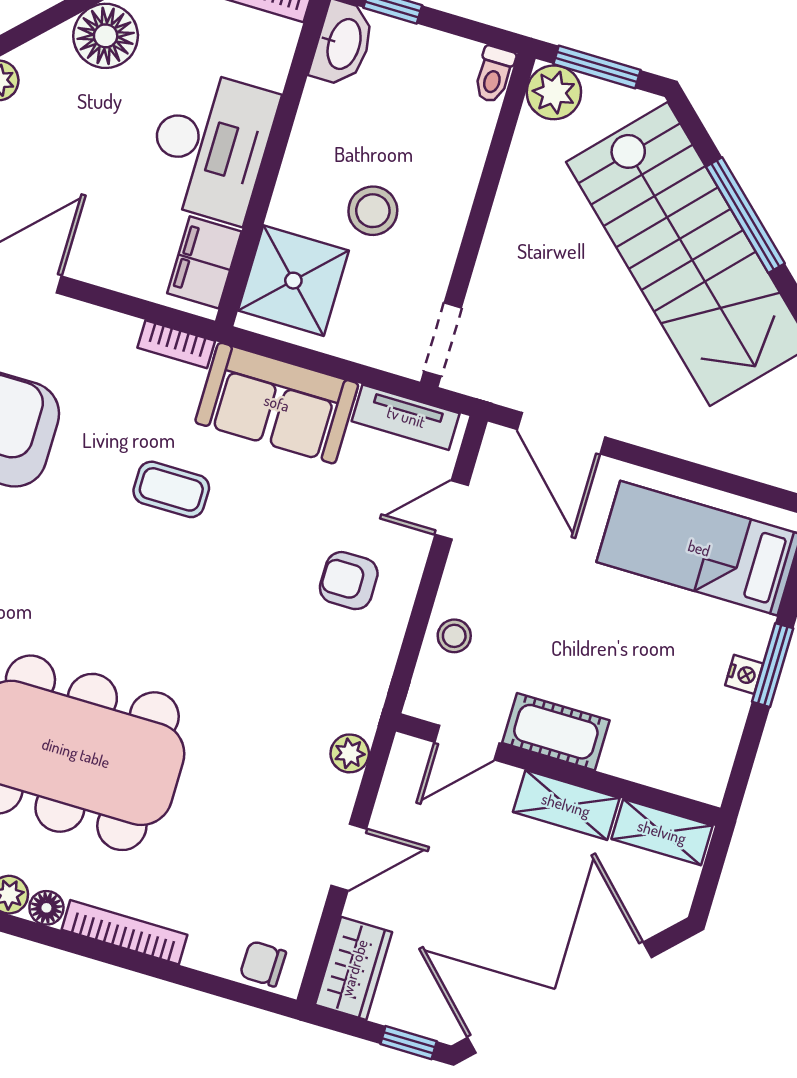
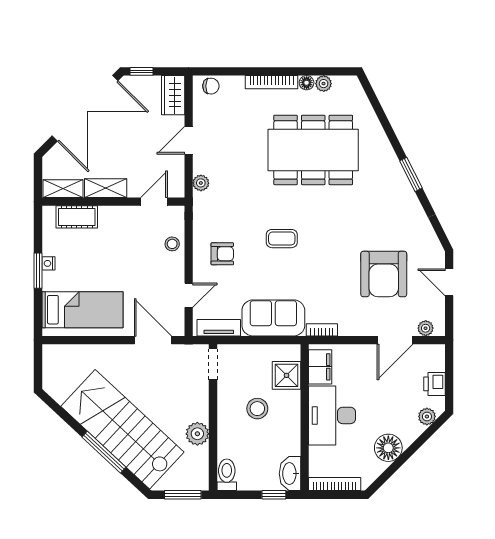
toilet: (494, 74) -> (227, 475), width x1.37, depth x1.39
plant: (554, 92) -> (197, 434), moved
shower: (293, 281) -> (287, 375), width x0.73, depth x0.73
coffee table: (171, 489) -> (282, 239), moved
cot: (556, 732) -> (77, 217), moved

